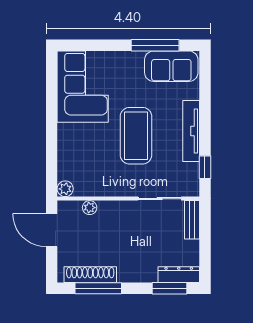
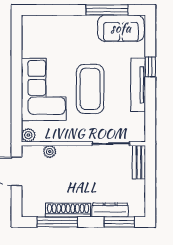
corner sofa: (83, 87) -> (44, 89), moved
window: (205, 167) -> (150, 67), moved
shoe rack: (90, 275) -> (68, 210), moved
dresser: (179, 275) -> (110, 210), moved

